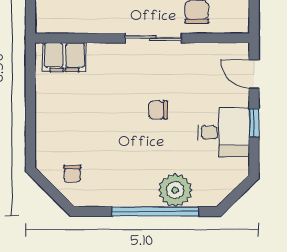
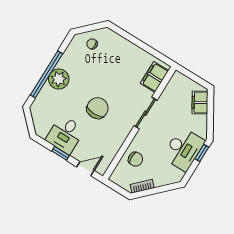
sliding door: (153, 38) -> (146, 113), moved
chair: (158, 110) -> (98, 108), width x1.87, depth x1.87
plant: (175, 190) -> (59, 79), moved

